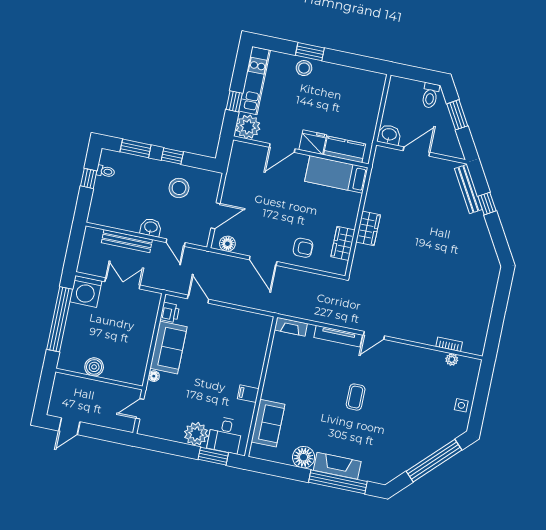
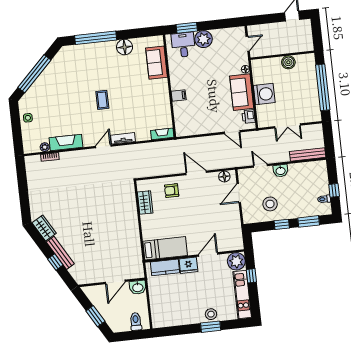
toilet: (430, 96) -> (136, 321), moved
bench: (468, 189) -> (60, 253), moved
wardrobe: (368, 228) -> (44, 228), moved, turned 150
bench: (127, 241) -> (308, 154), moved
washing machine: (86, 291) -> (264, 94), moved, turned 90
tv unit: (338, 336) -> (123, 138), width x0.71
filing cabinet: (248, 394) -> (179, 95), moved
fireplace: (337, 466) -> (66, 143), moved, turned 180

